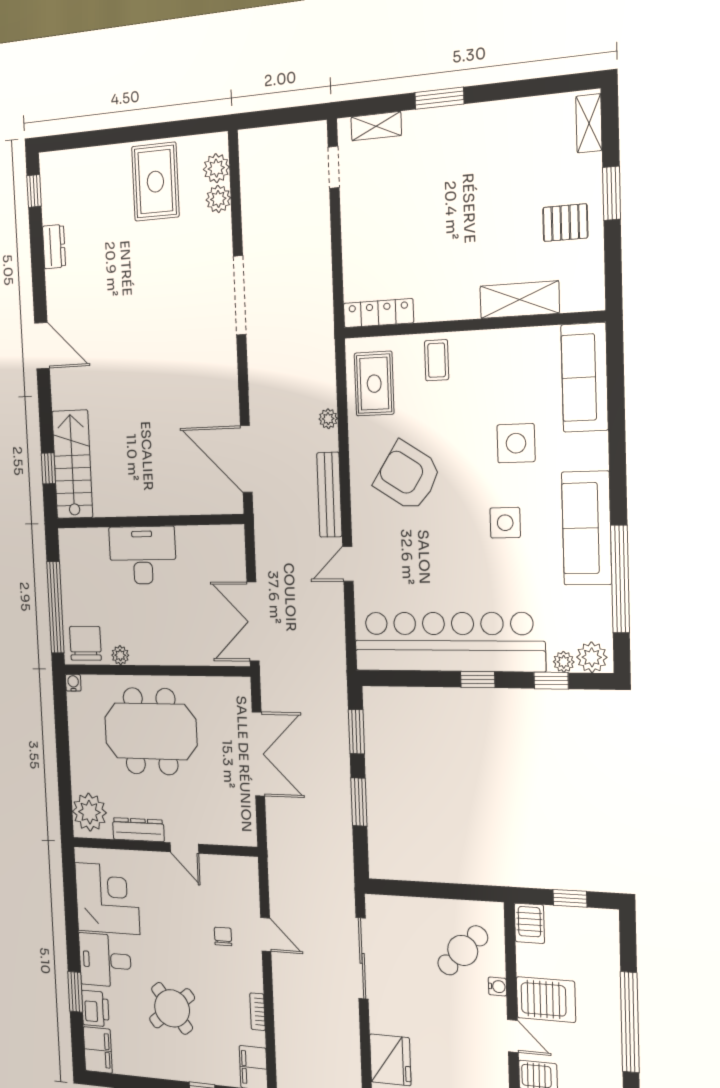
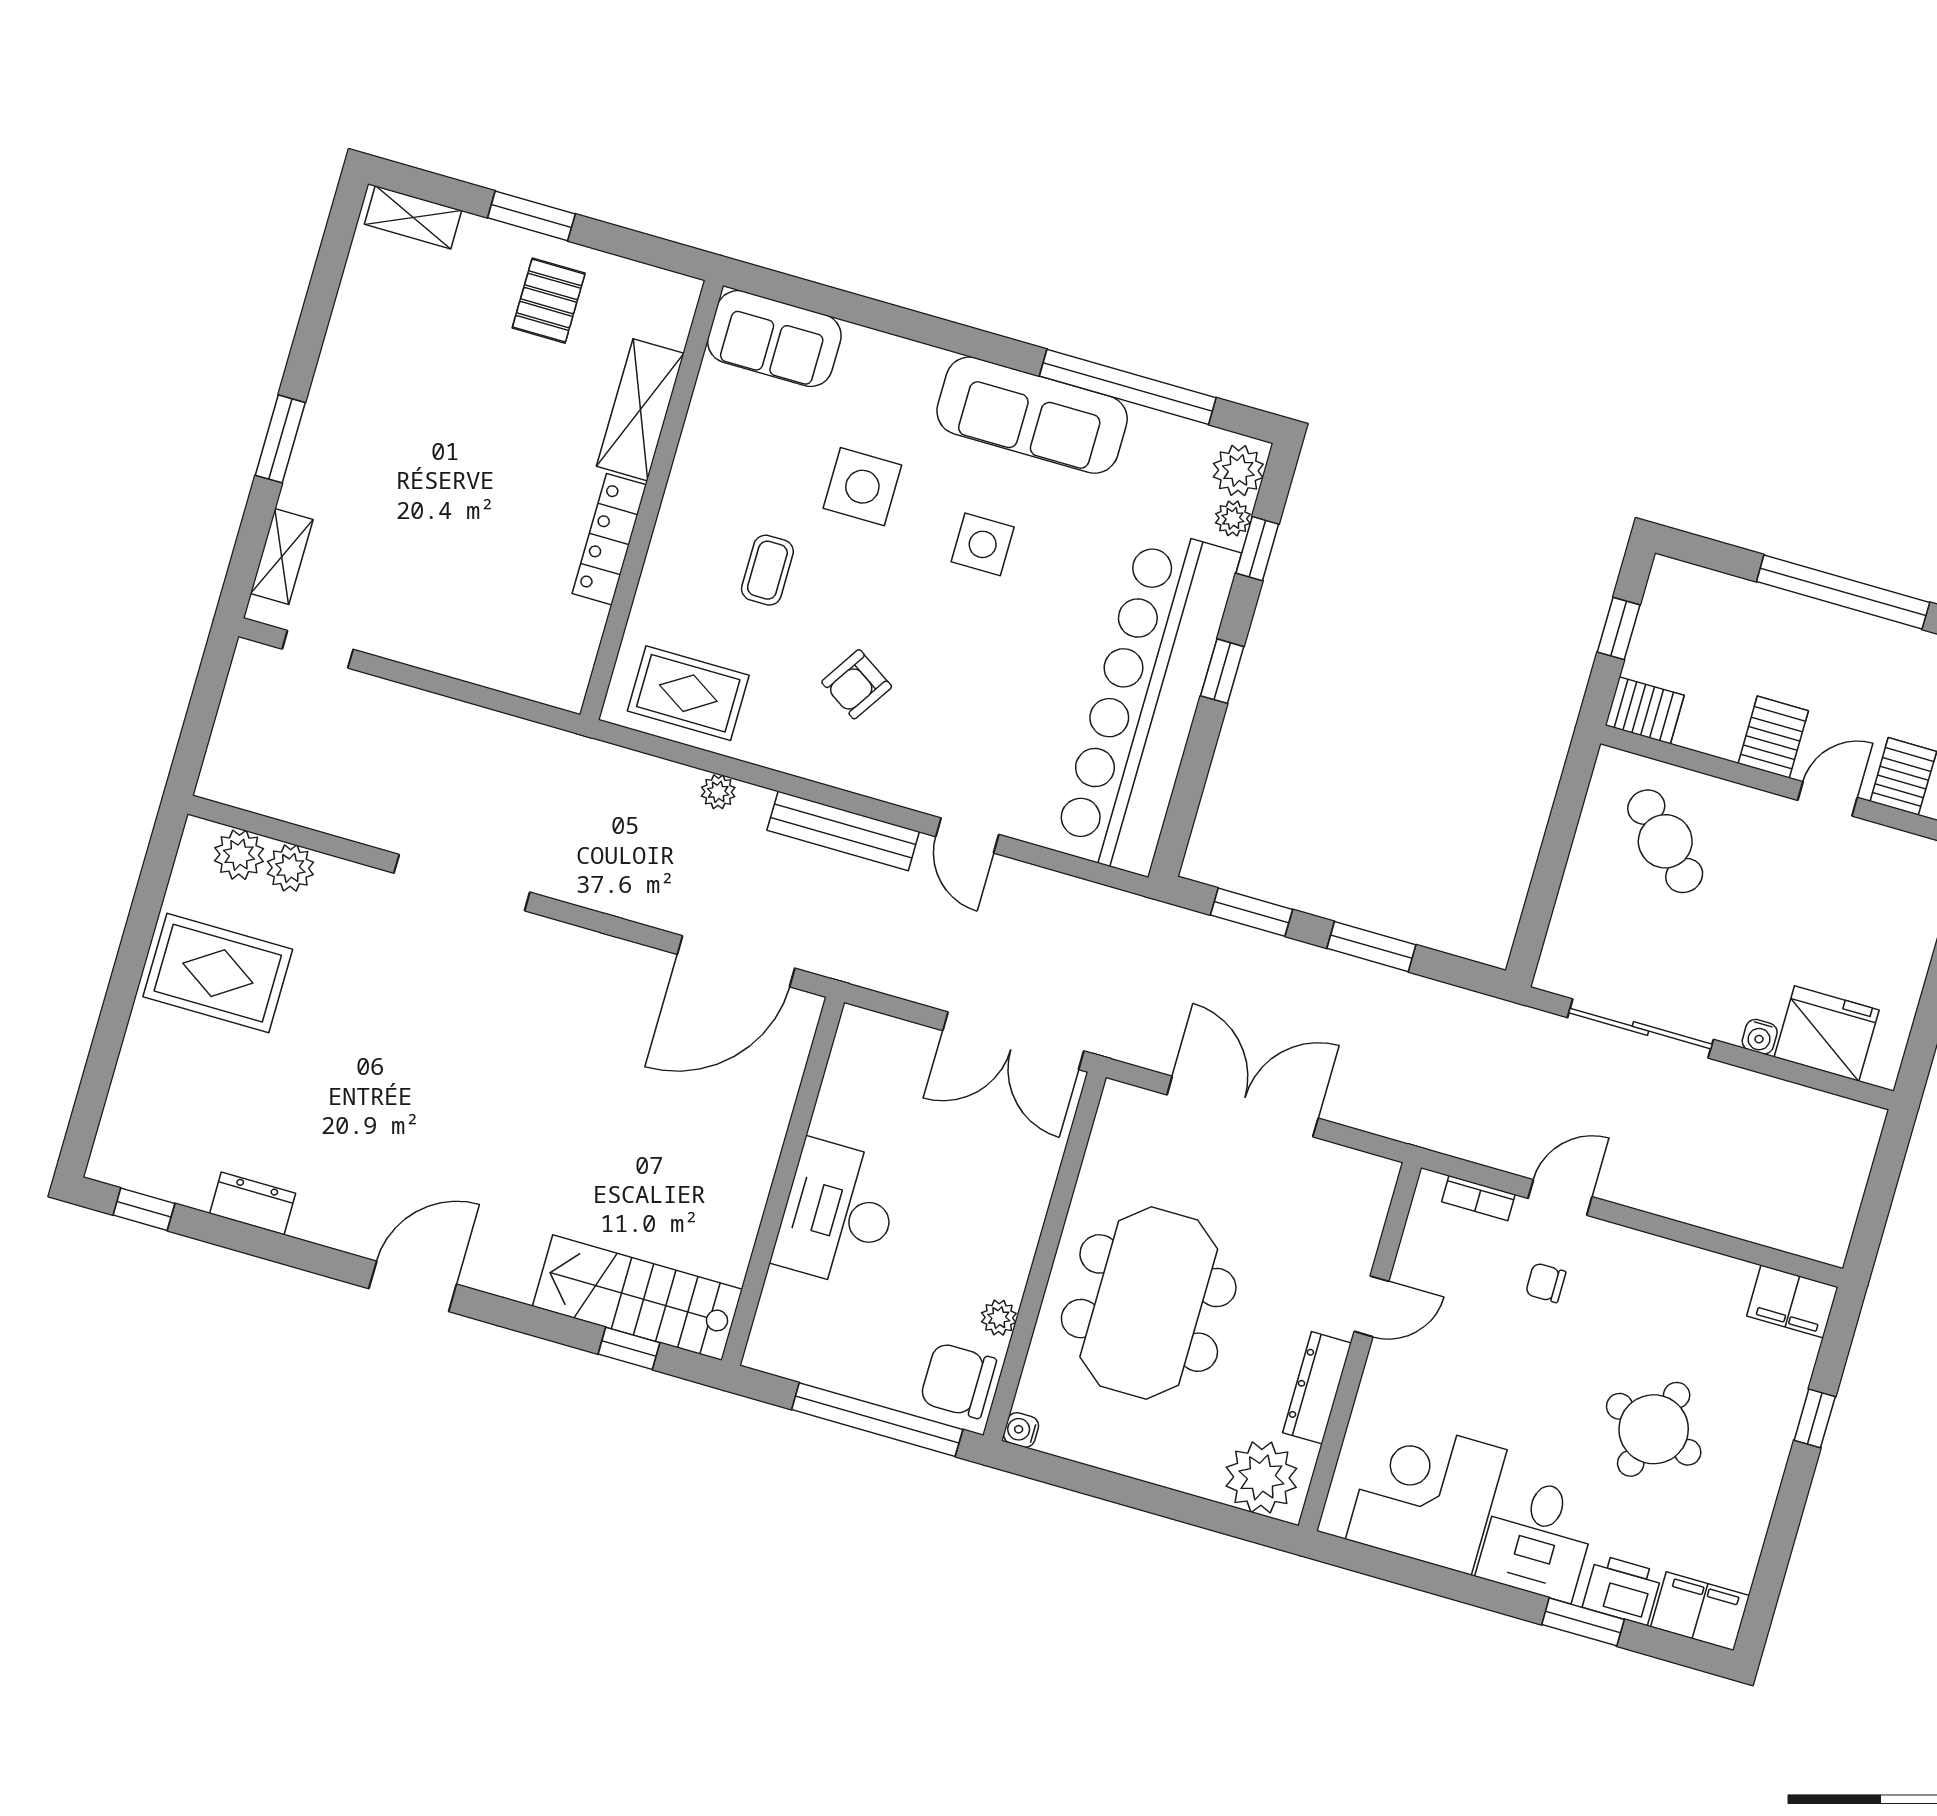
locker: (378, 313) -> (609, 539), moved
coffee table: (437, 360) -> (767, 570), moved, turned 90
sofa: (585, 377) -> (774, 339), width x0.73
armchair: (408, 476) -> (857, 684), width x0.53, depth x0.53
water cooler: (497, 987) -> (1760, 1037), moved, turned 180
server rack: (546, 1000) -> (1773, 737), width x0.73, depth x0.70
round table: (172, 1008) -> (1654, 1429), turned -34
bookcase: (257, 1012) -> (1478, 1198), moved

